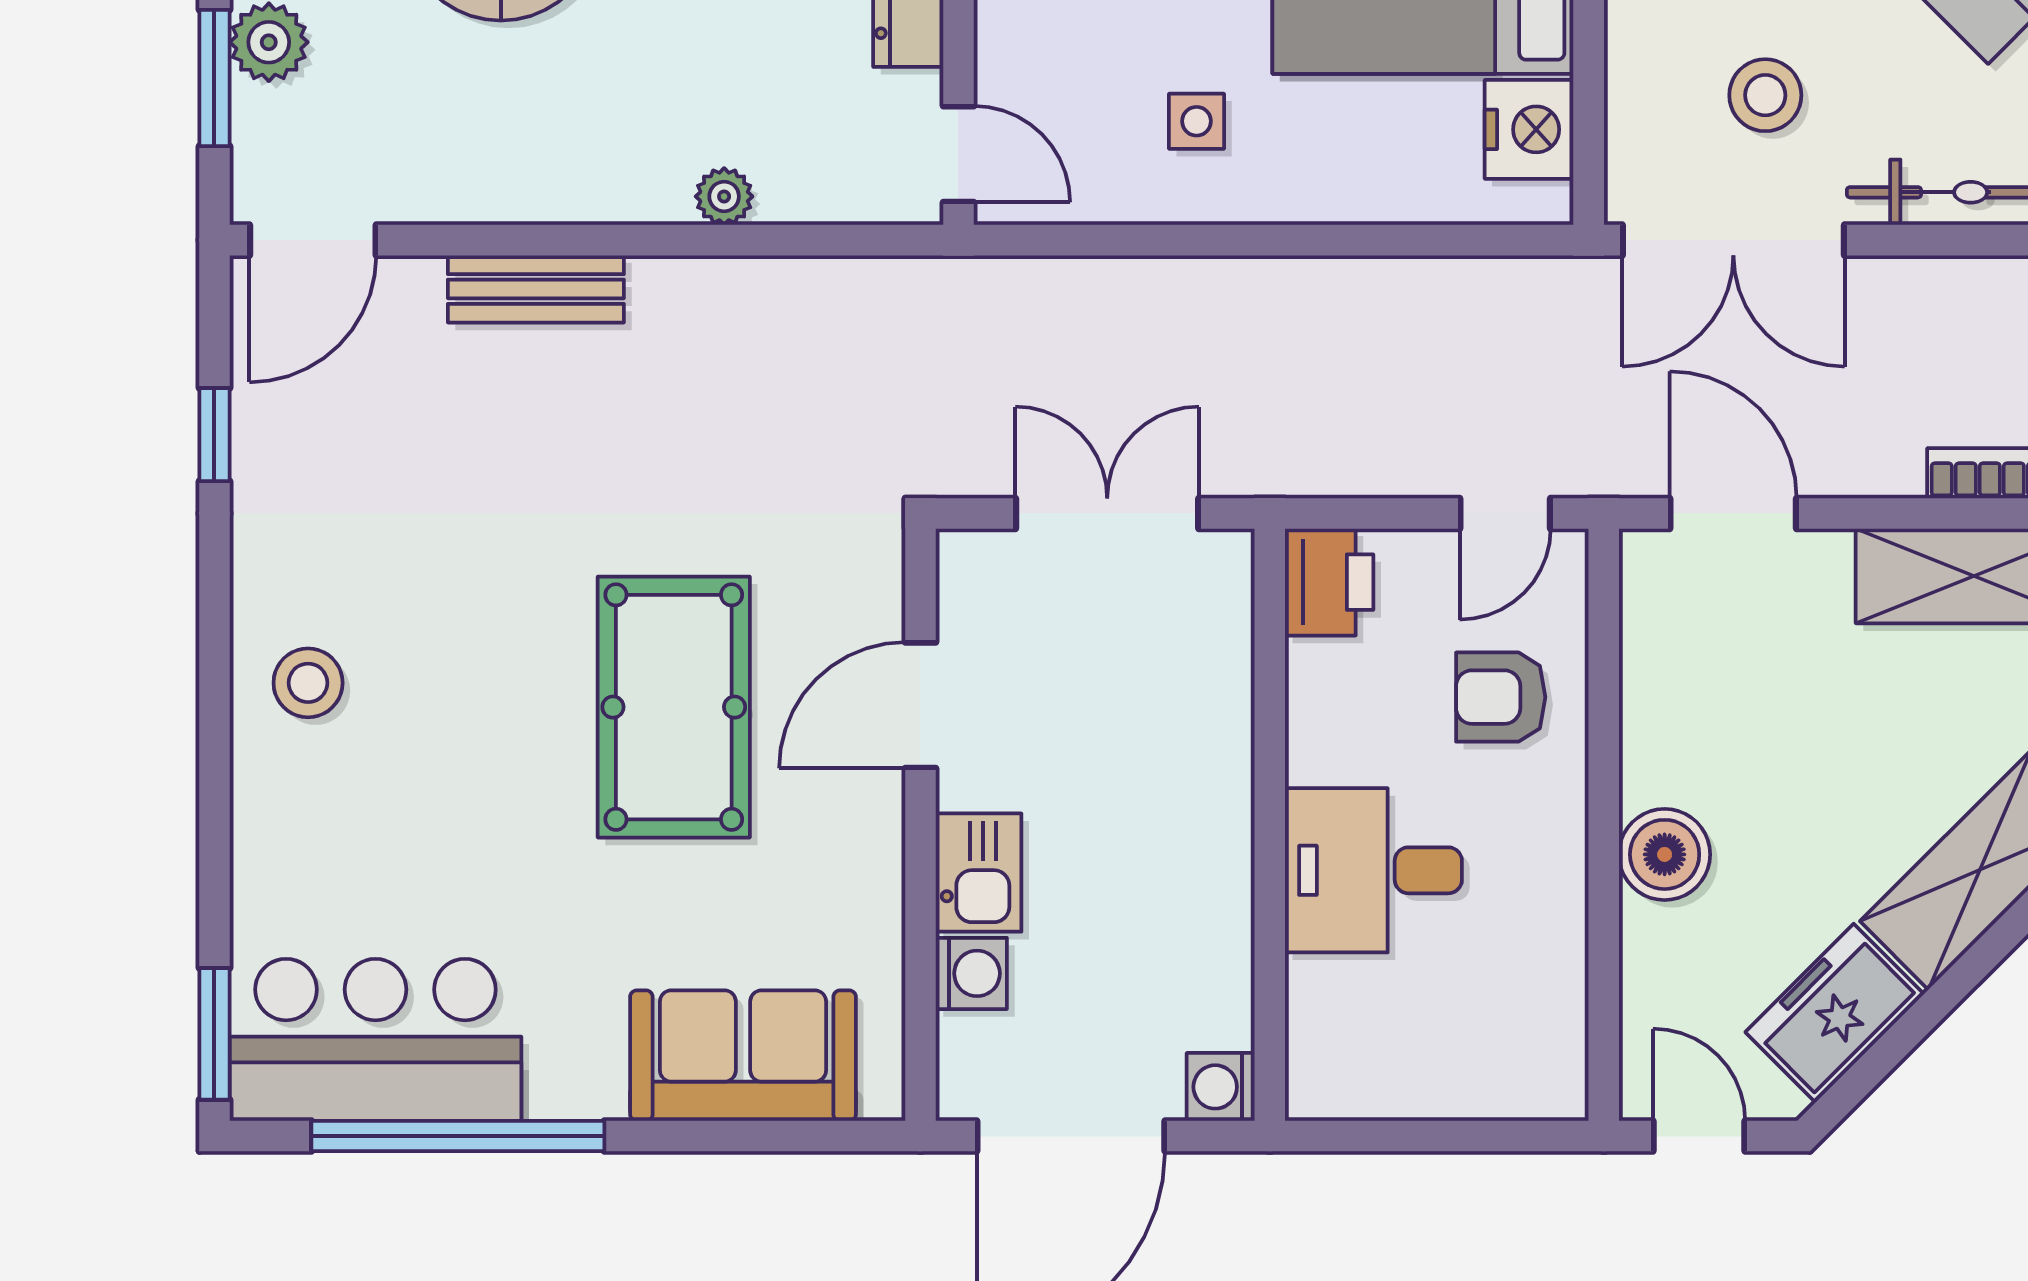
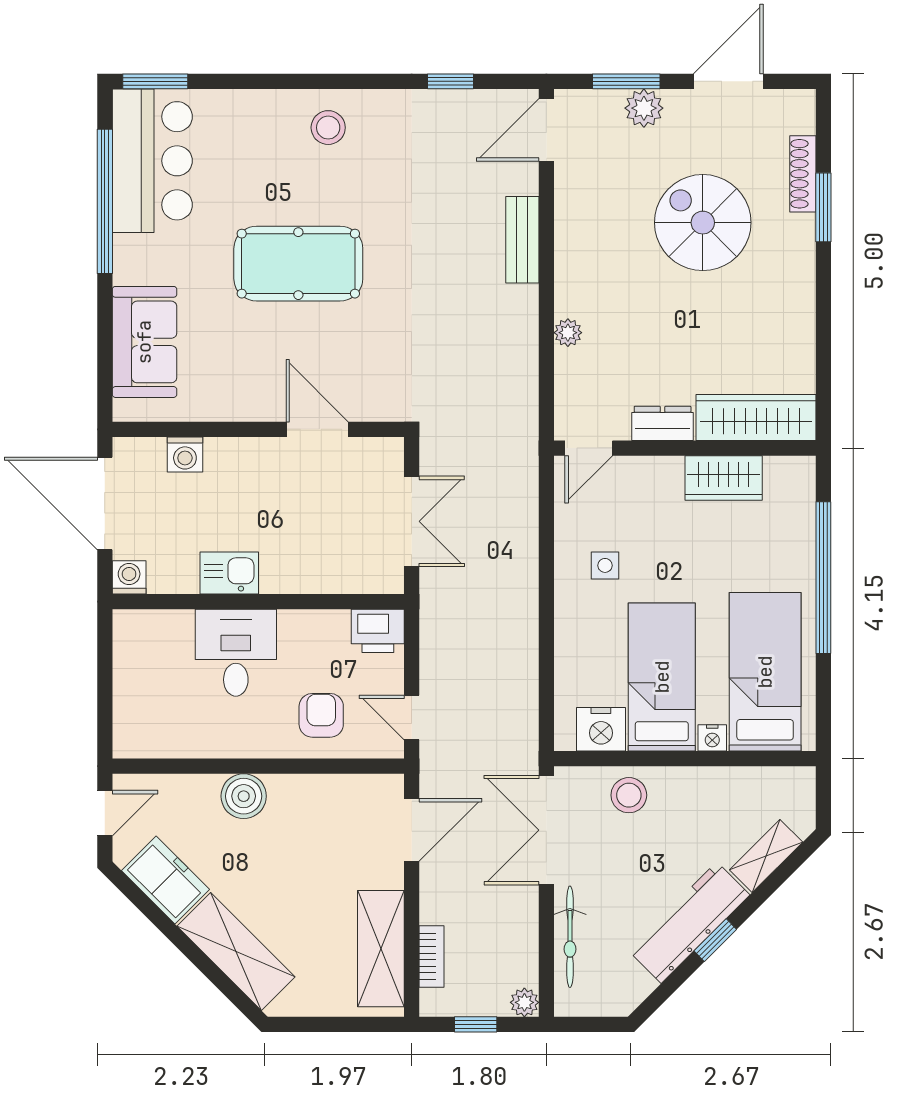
stool: (1765, 95) -> (629, 795), moved
door: (313, 240) -> (546, 130), hinge flipped
pool table: (674, 707) -> (298, 264), moved
kitchen sink: (979, 873) -> (229, 573), moved, turned 180

